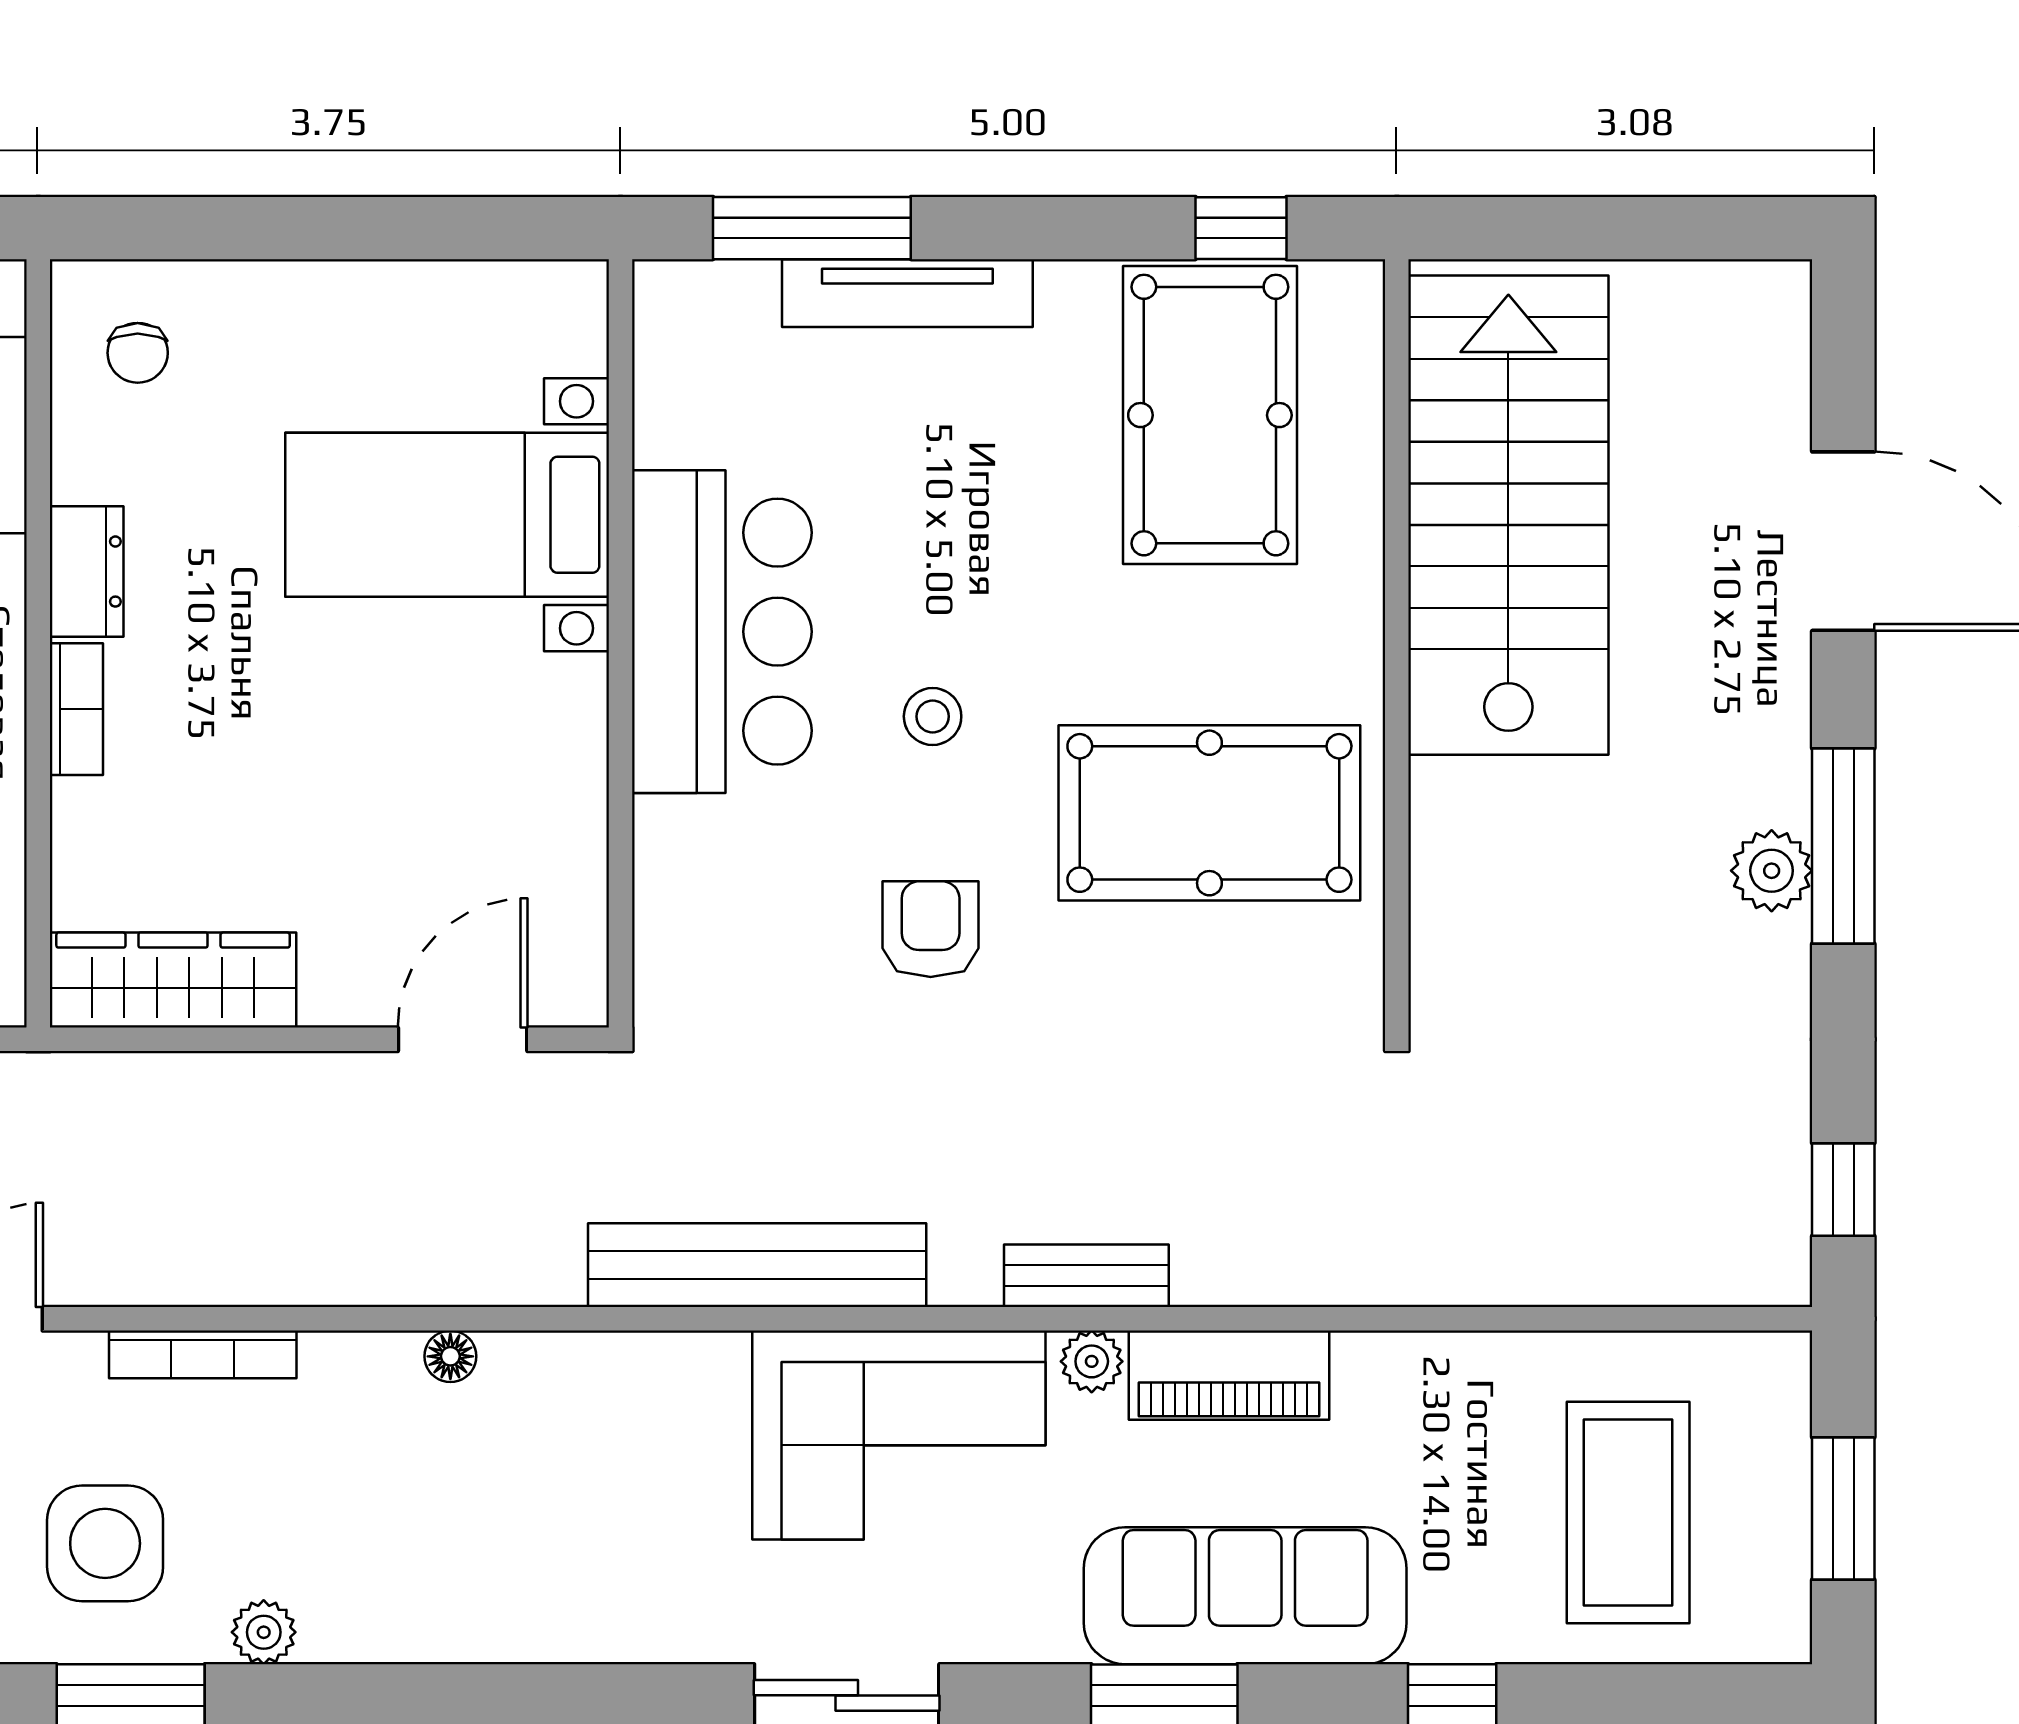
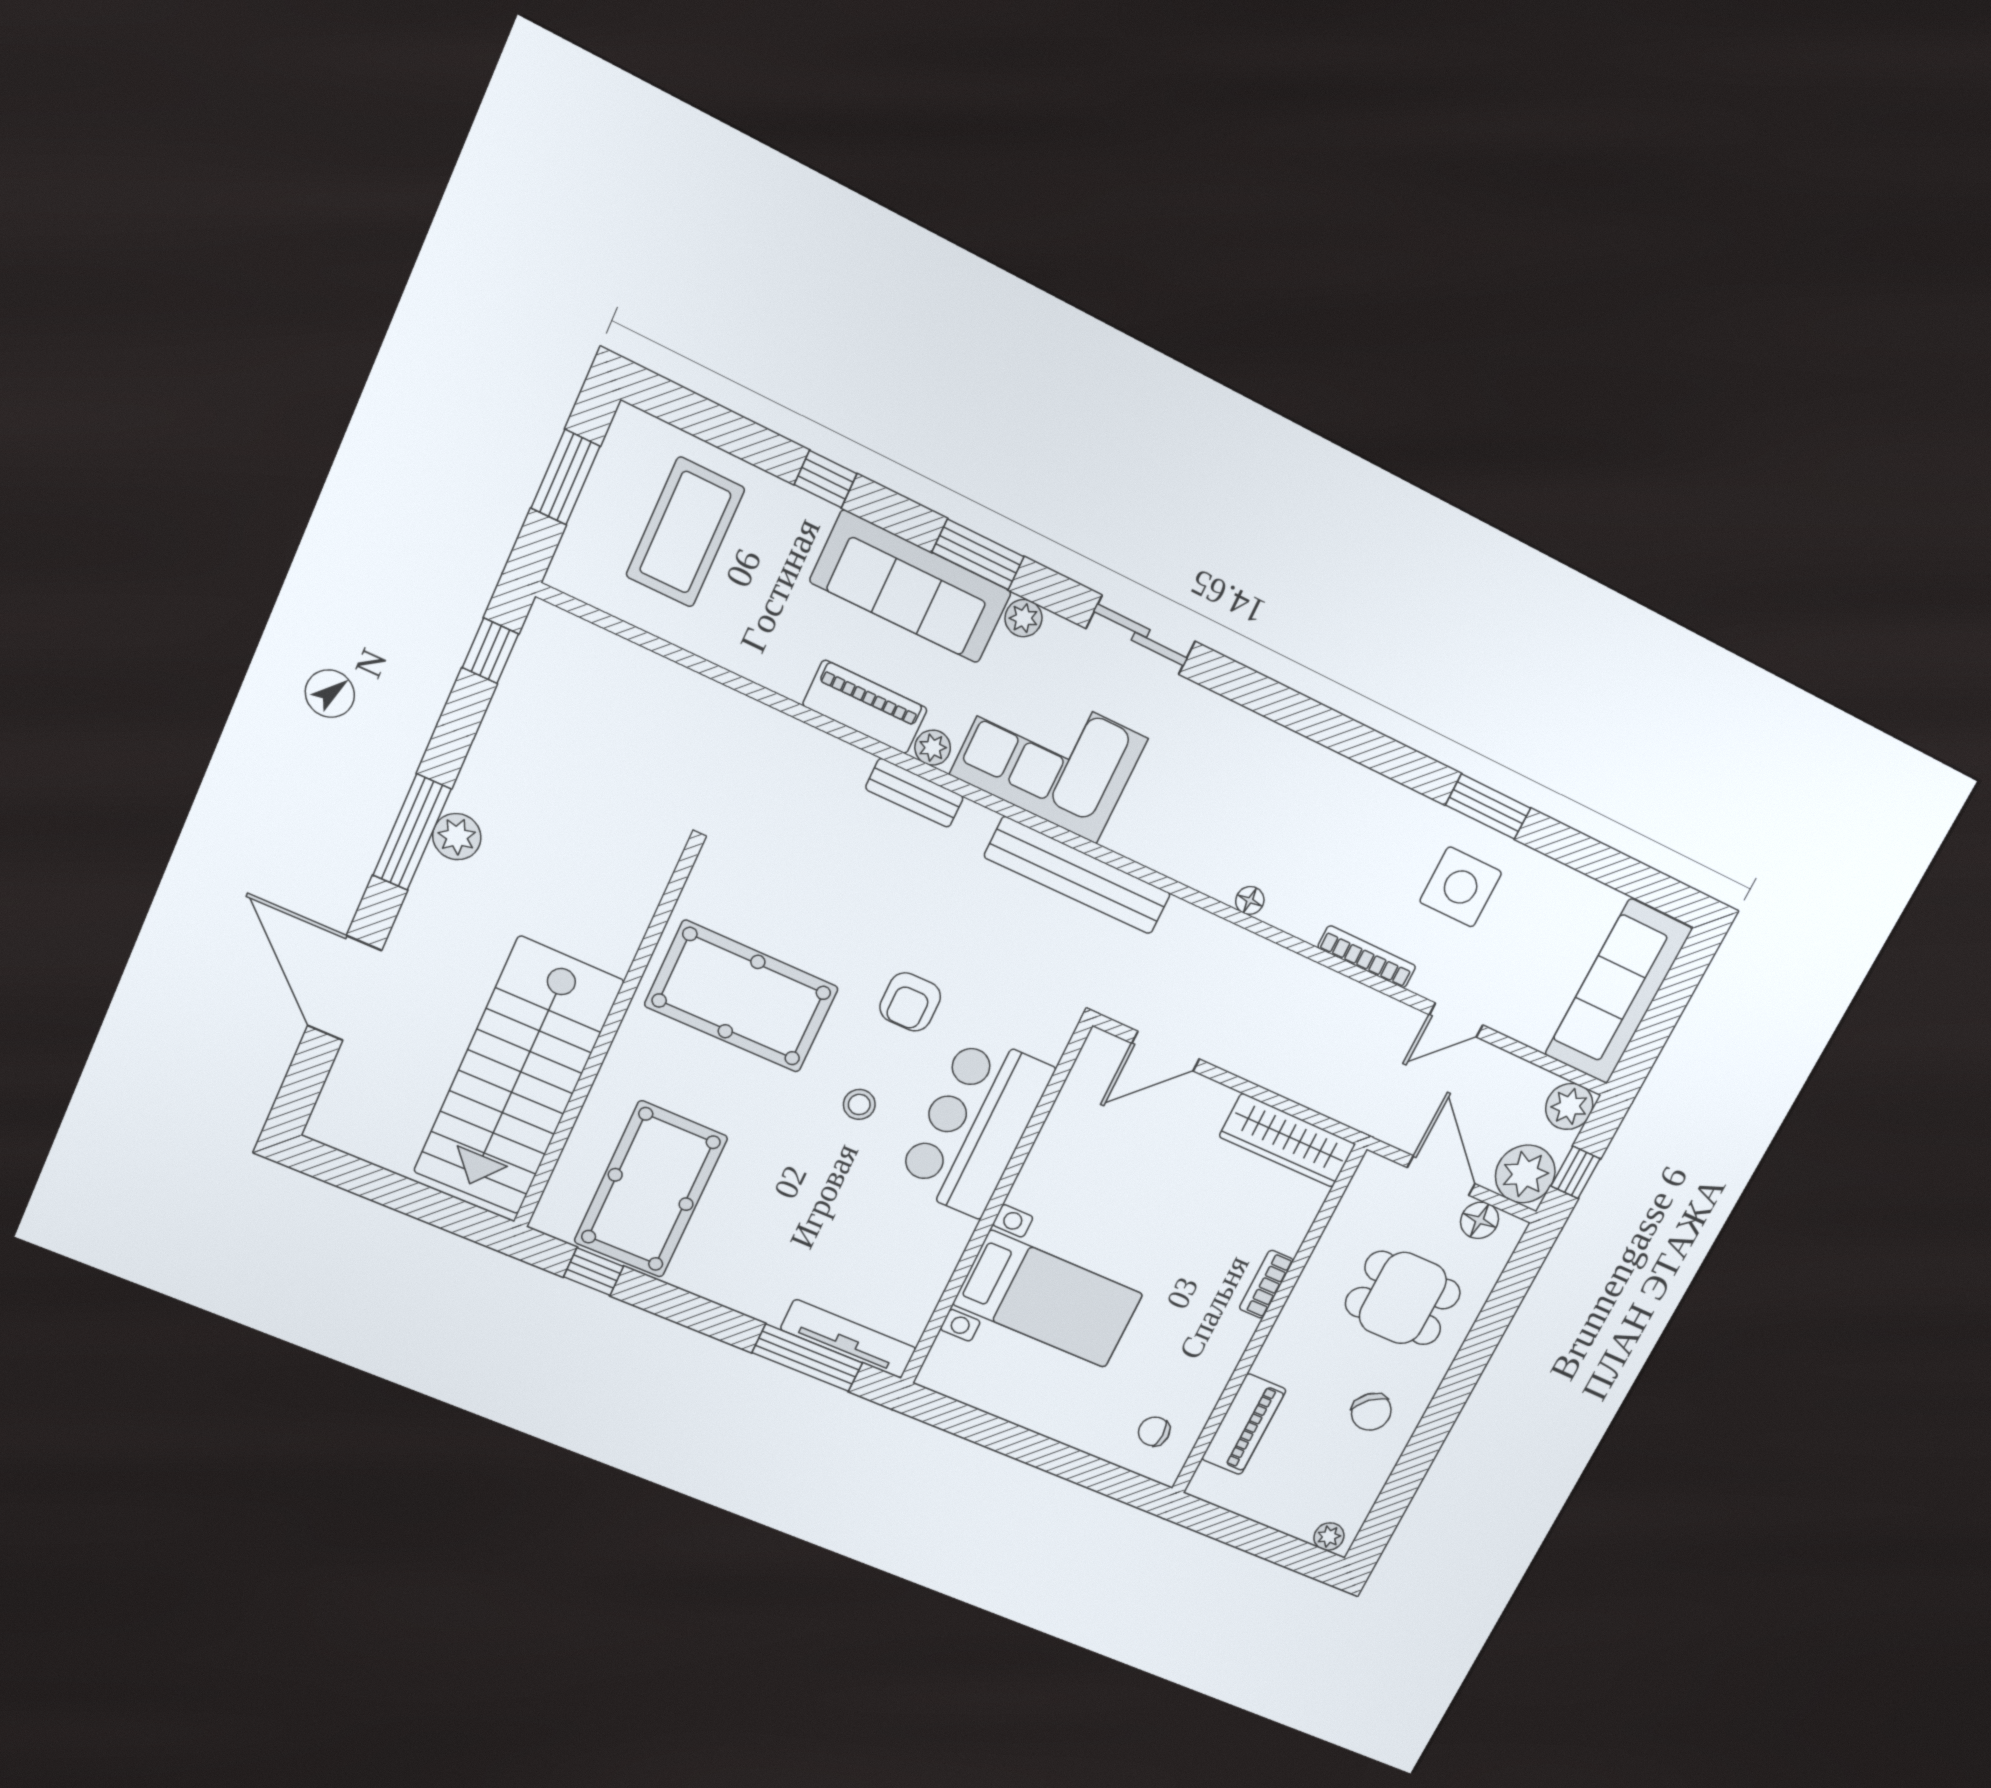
tv unit: (907, 293) -> (848, 1339), moved
chair: (138, 353) -> (1154, 1431), turned -90
dresser: (87, 572) -> (1229, 1344), removed
bar counter: (722, 632) -> (975, 1126), moved
plant: (264, 1632) -> (1024, 618), moved

